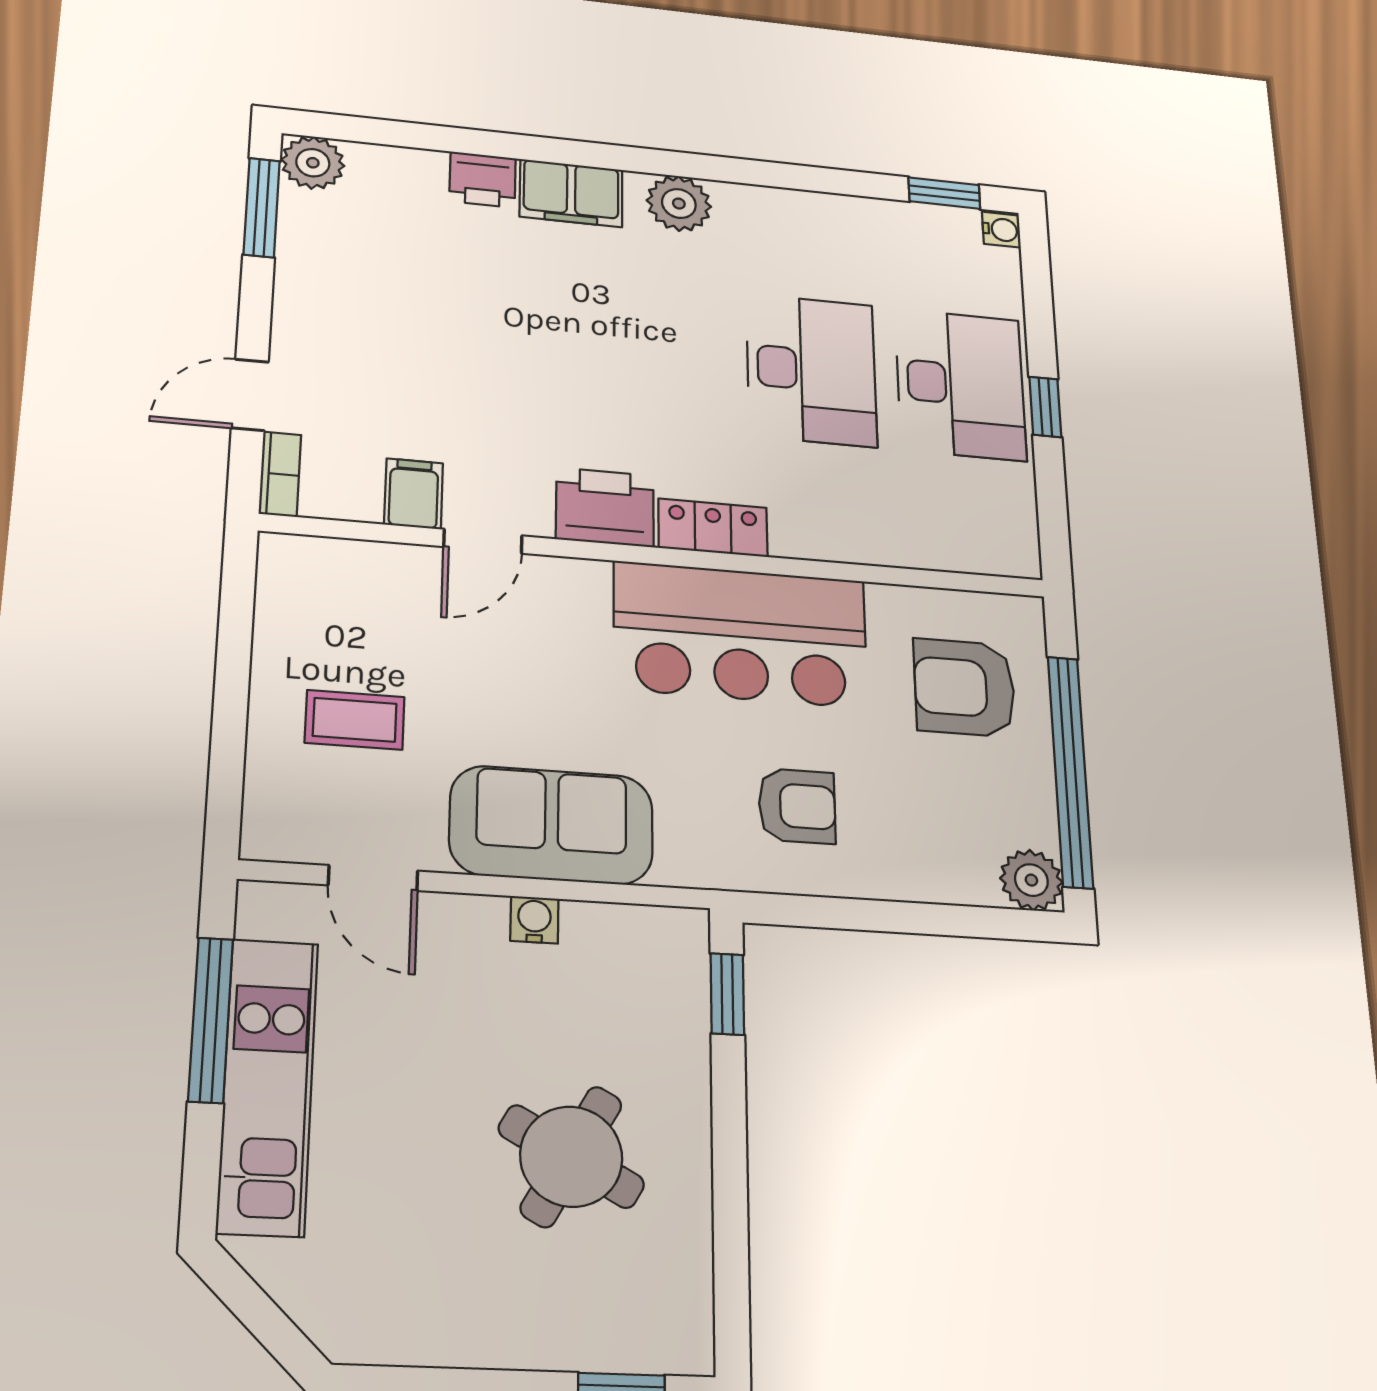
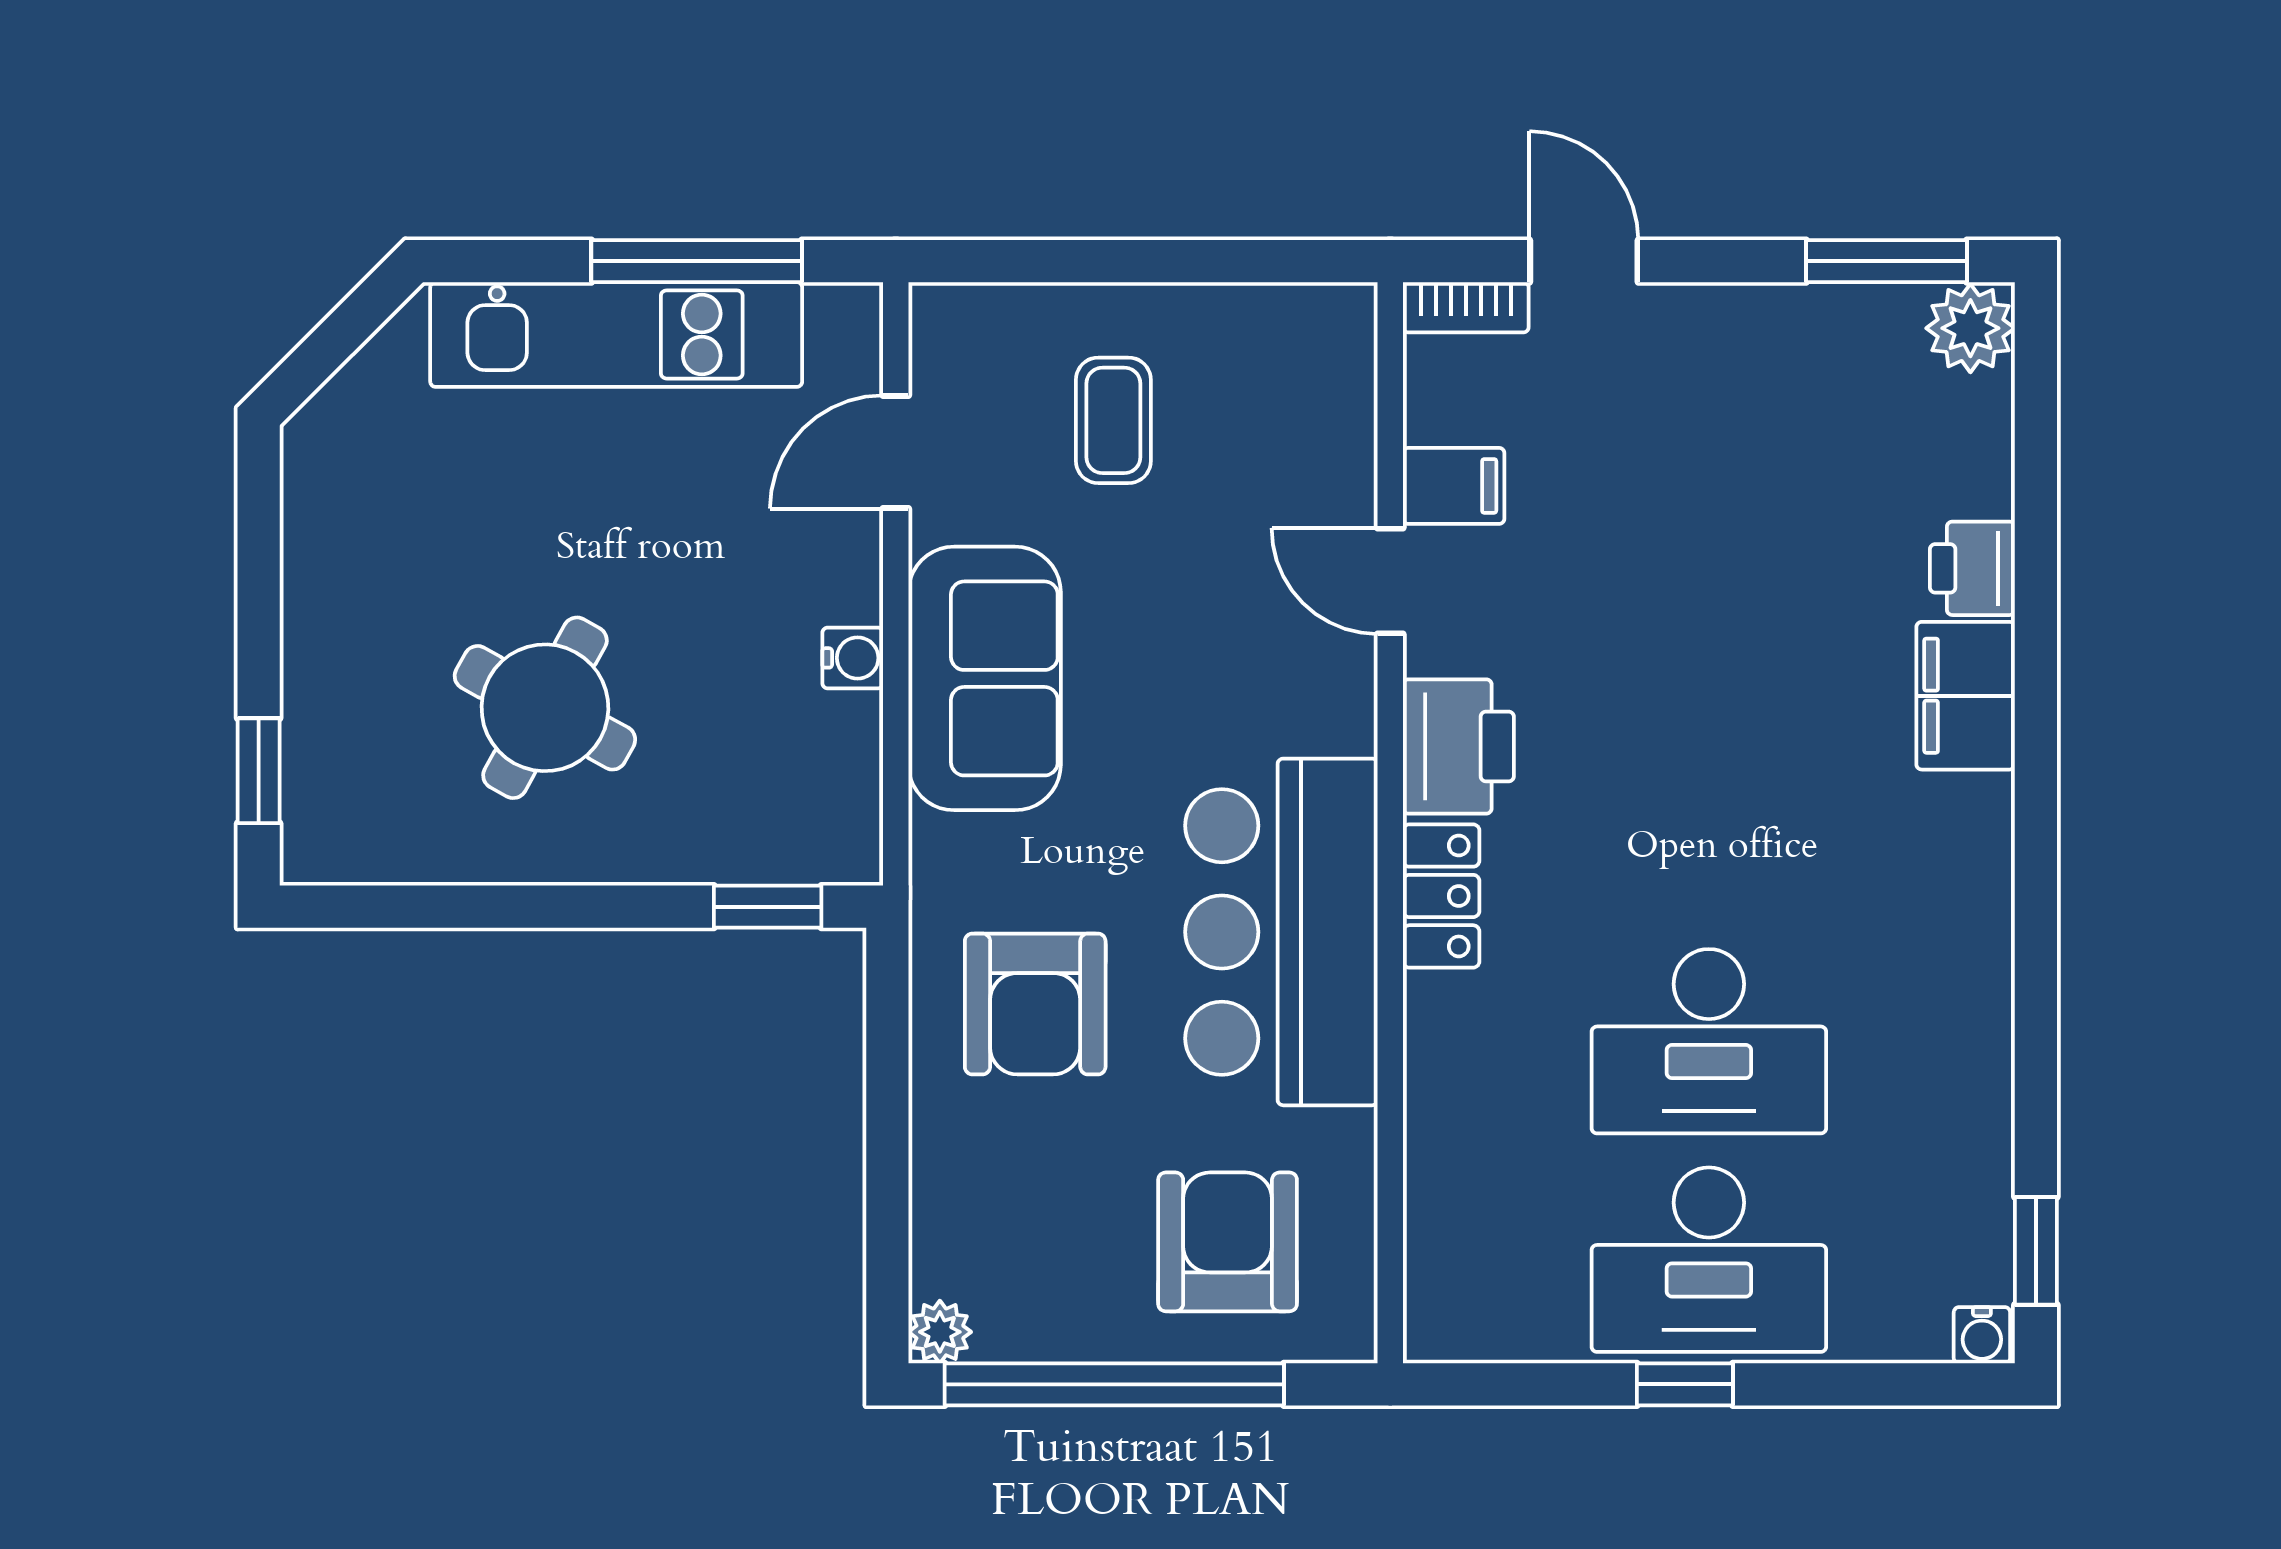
plant: (679, 204) -> (1967, 852), removed
armchair: (797, 806) -> (1035, 1004), width x1.38, depth x1.38
plant: (1031, 880) -> (940, 1332), width x0.73, depth x0.73

